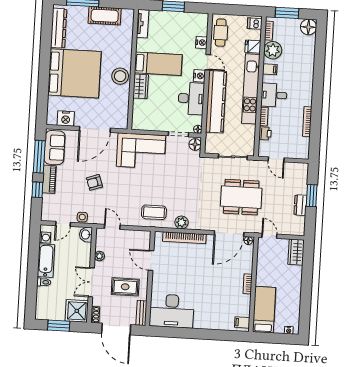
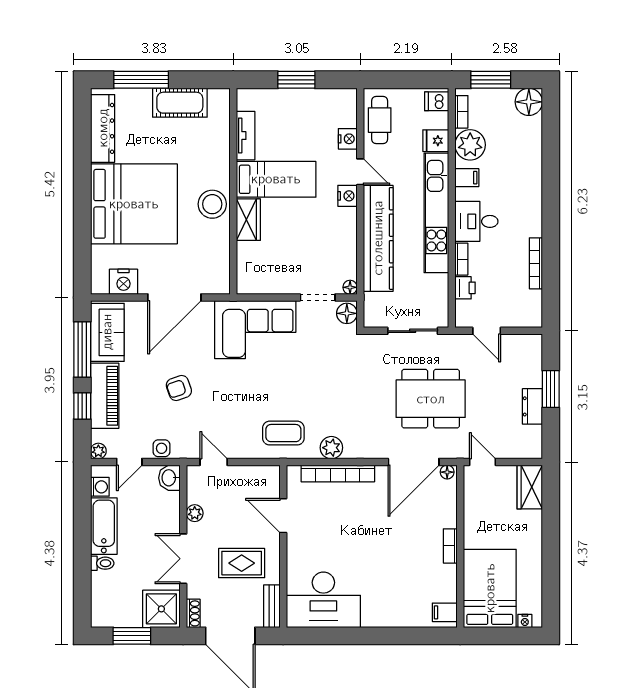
tv unit: (143, 24) -> (246, 136), moved
desk: (191, 99) -> (336, 235), removed
piano: (49, 179) -> (105, 396), width x1.37, depth x1.33
plant: (45, 217) -> (98, 451), added
bed: (264, 310) -> (490, 588), width x1.50

